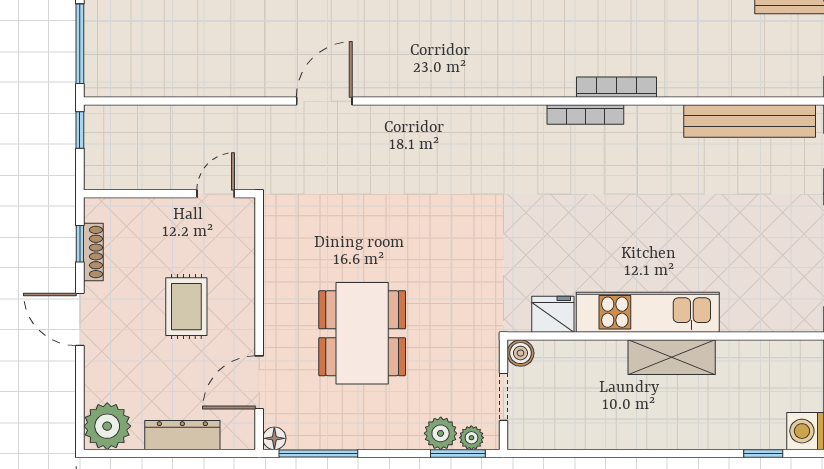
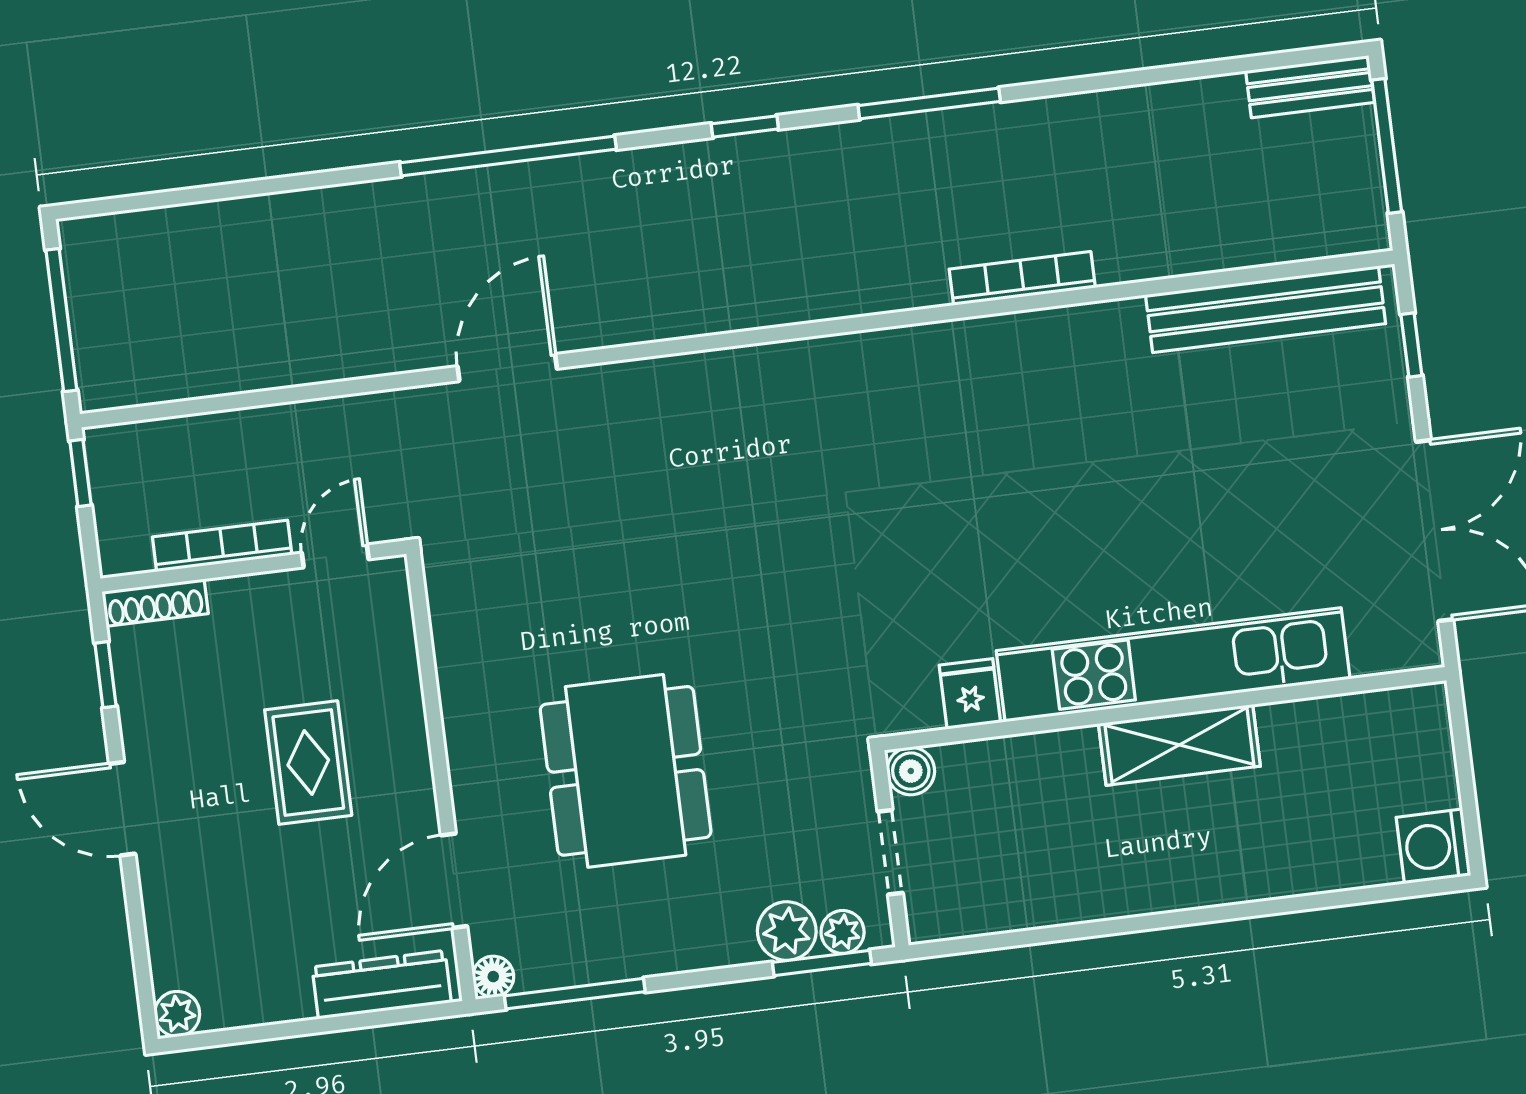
bookcase: (585, 114) -> (222, 546), moved, turned 180
shoe rack: (93, 252) -> (155, 603), moved, turned 90
kitchen unit: (648, 312) -> (1173, 665), width x1.36
fridge: (553, 314) -> (970, 694), width x0.72
plant: (107, 426) -> (177, 1014), width x0.53, depth x0.53
dresser: (182, 435) -> (382, 985), moved
window: (763, 454) -> (1363, 895), removed

